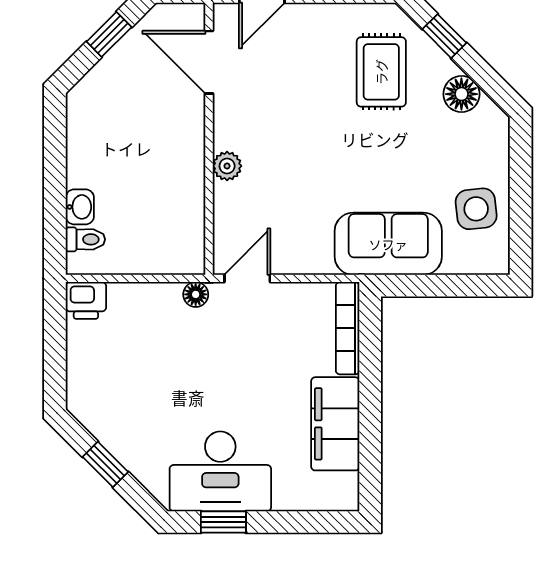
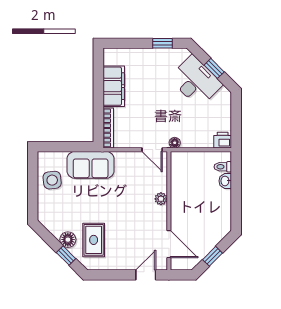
floor lamp: (461, 94) -> (68, 240), moved
door: (247, 278) -> (152, 150), hinge flipped
desk: (220, 471) -> (196, 81), moved, turned 45

